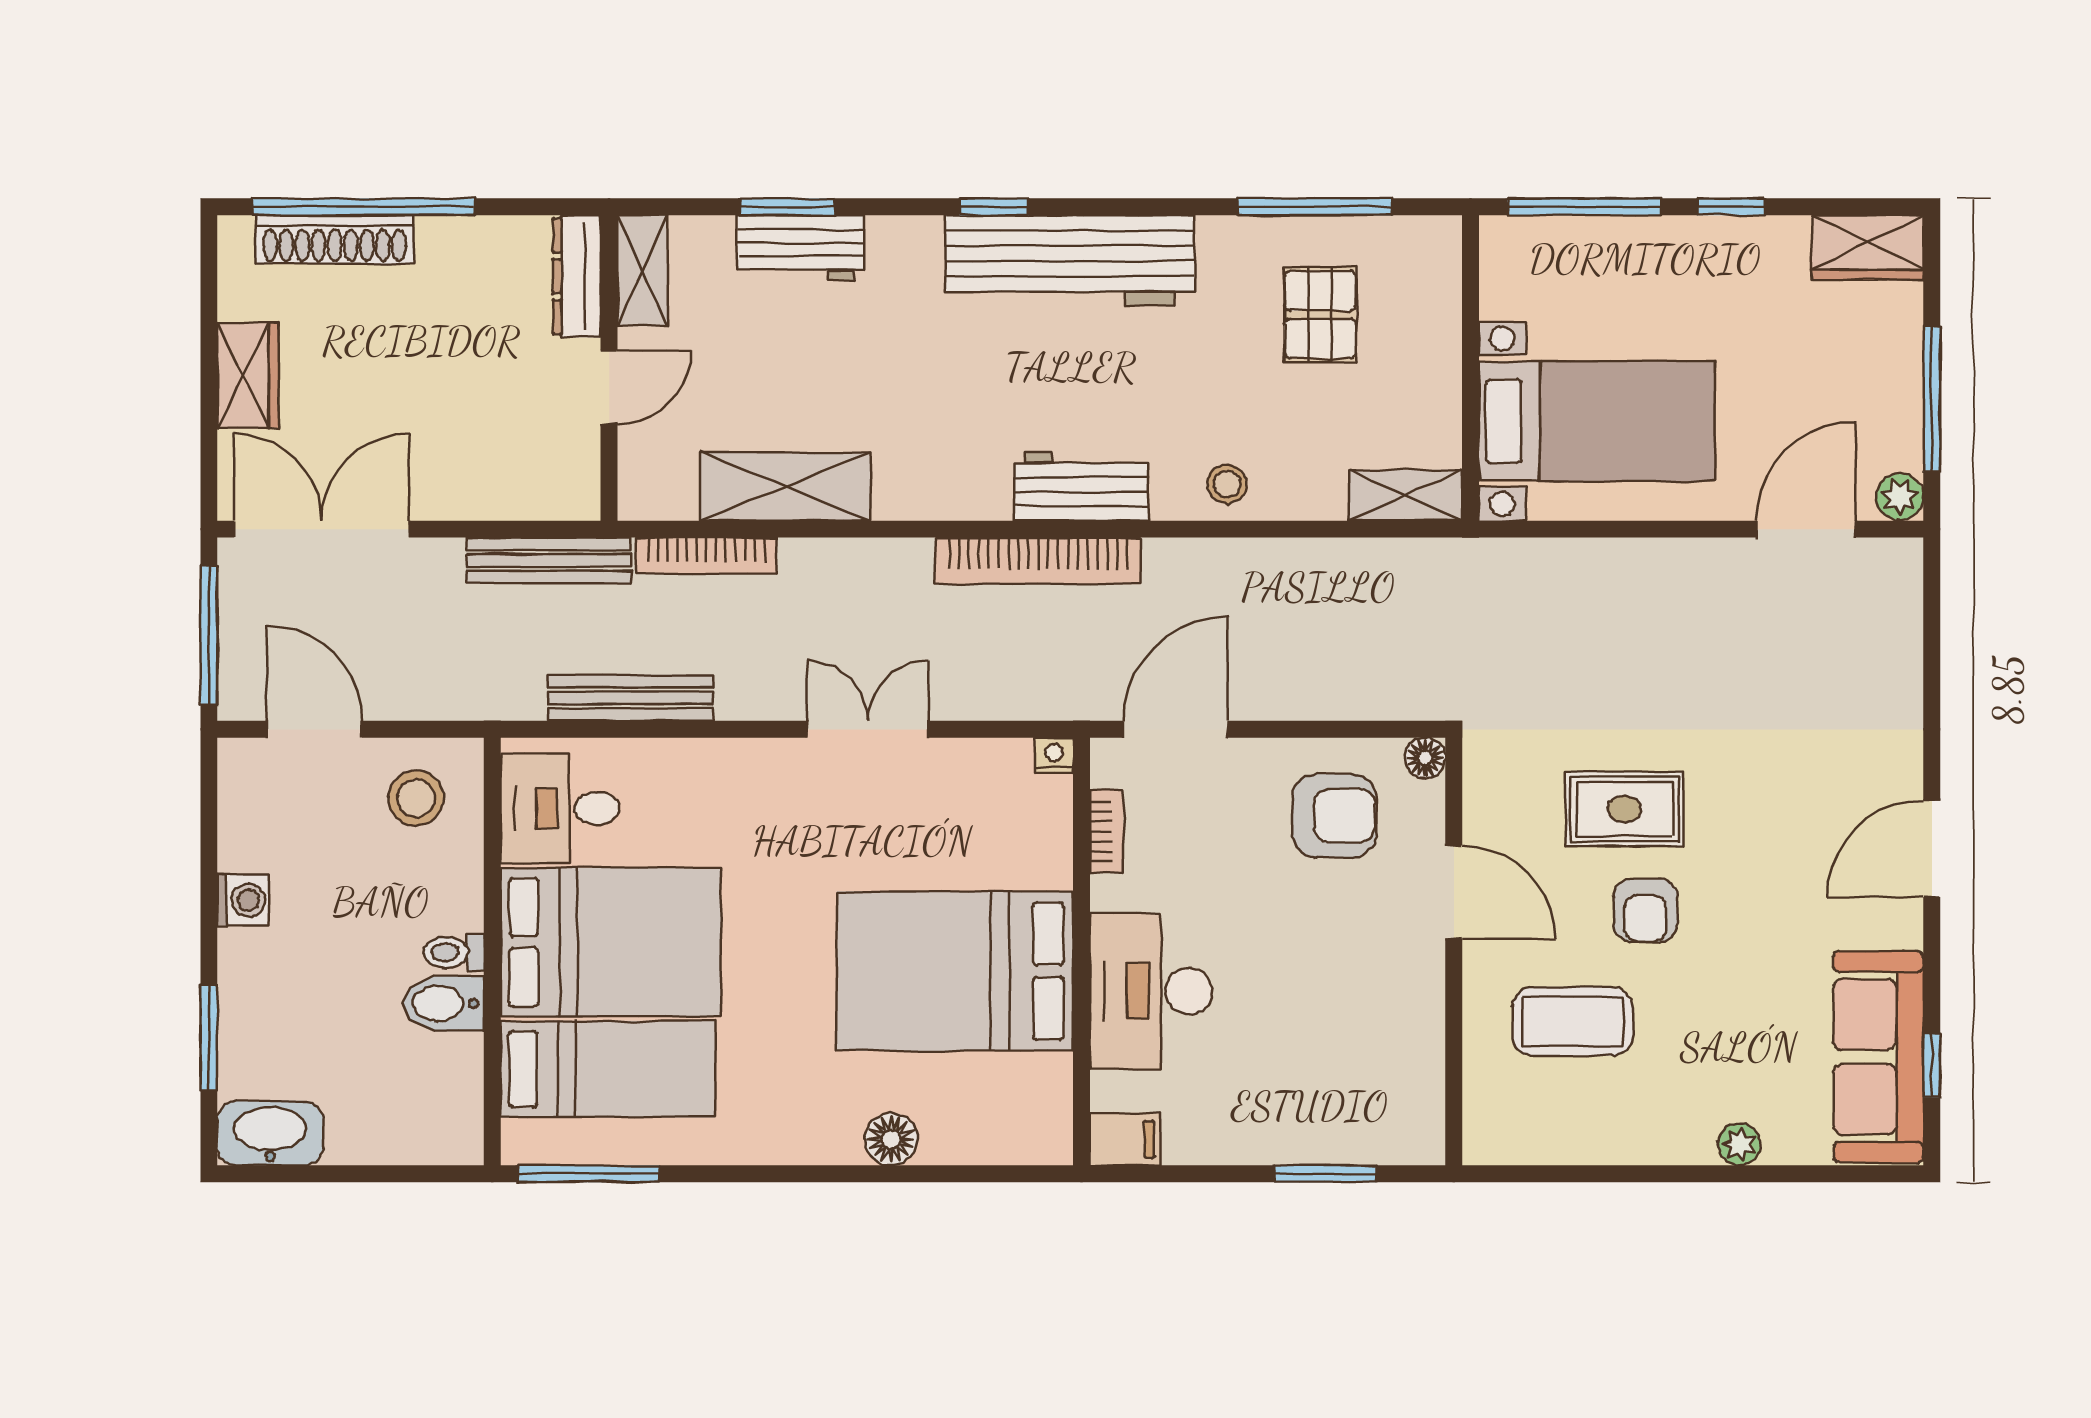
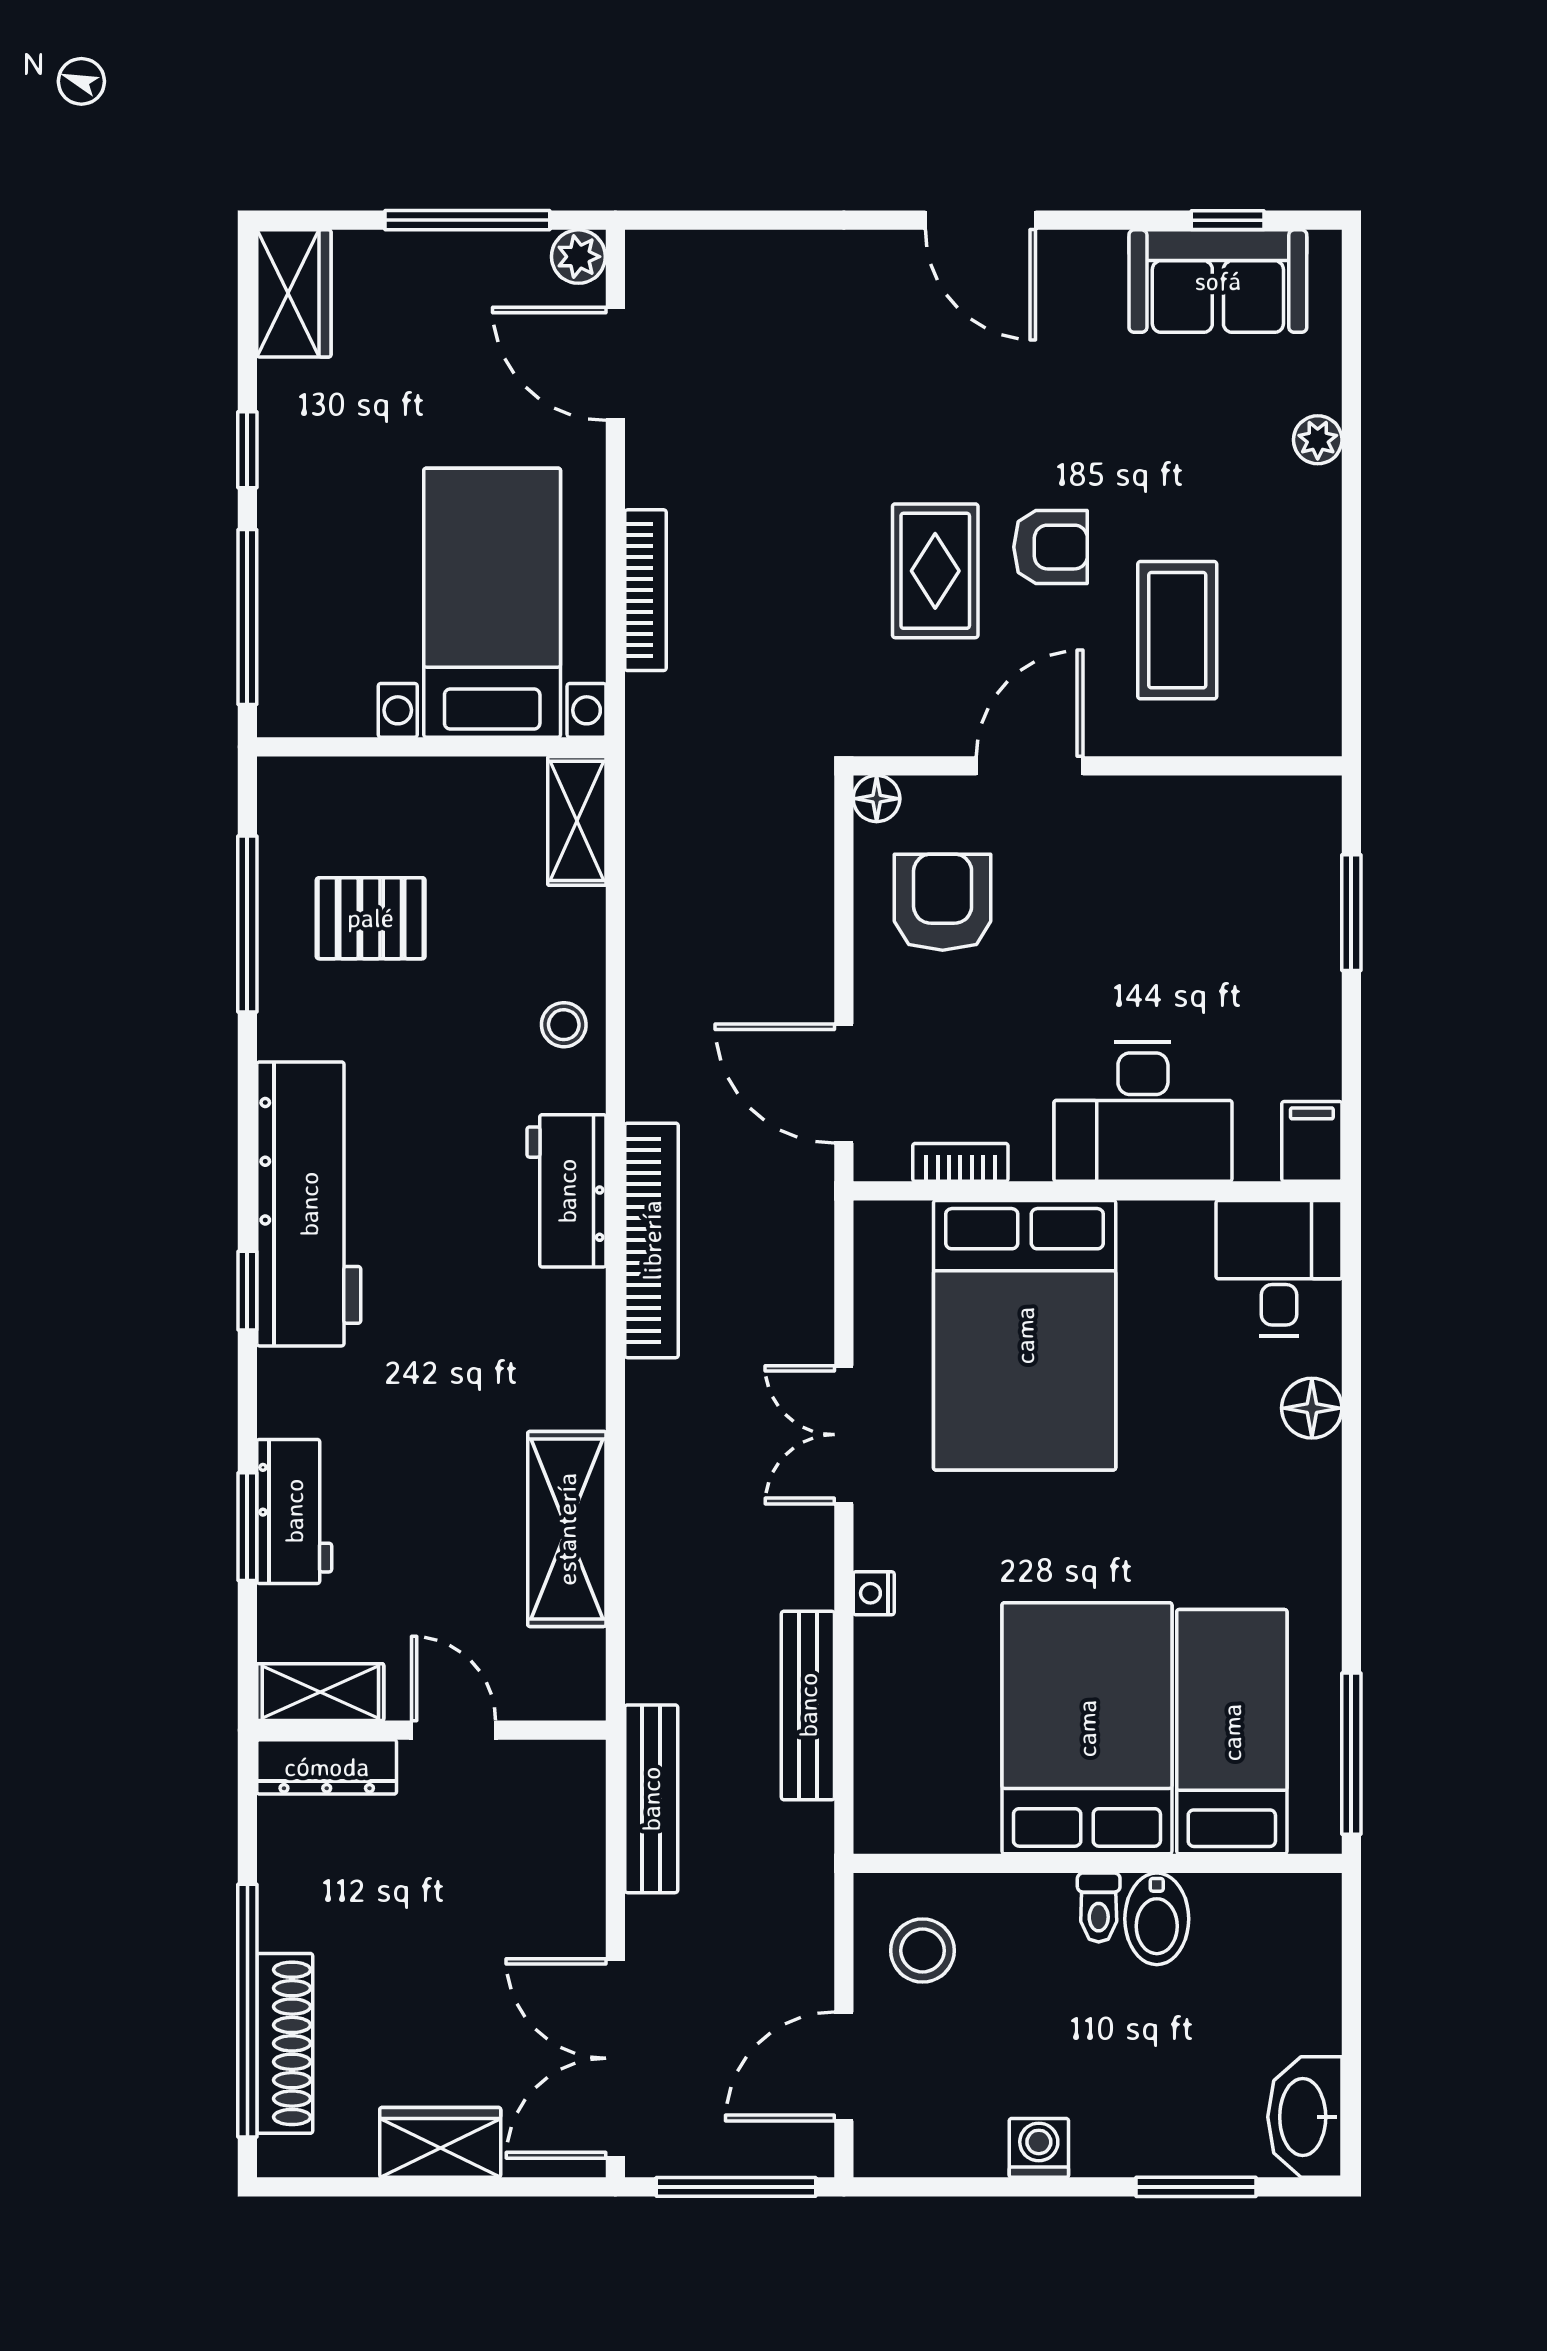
bookcase: (706, 556) -> (646, 590), moved
nightstand: (1054, 755) -> (874, 1593), moved
desk: (560, 808) -> (1279, 1268), moved, turned 180
bed: (955, 971) -> (1025, 1335), moved
sofa: (1878, 1057) -> (1218, 281), width x0.73

